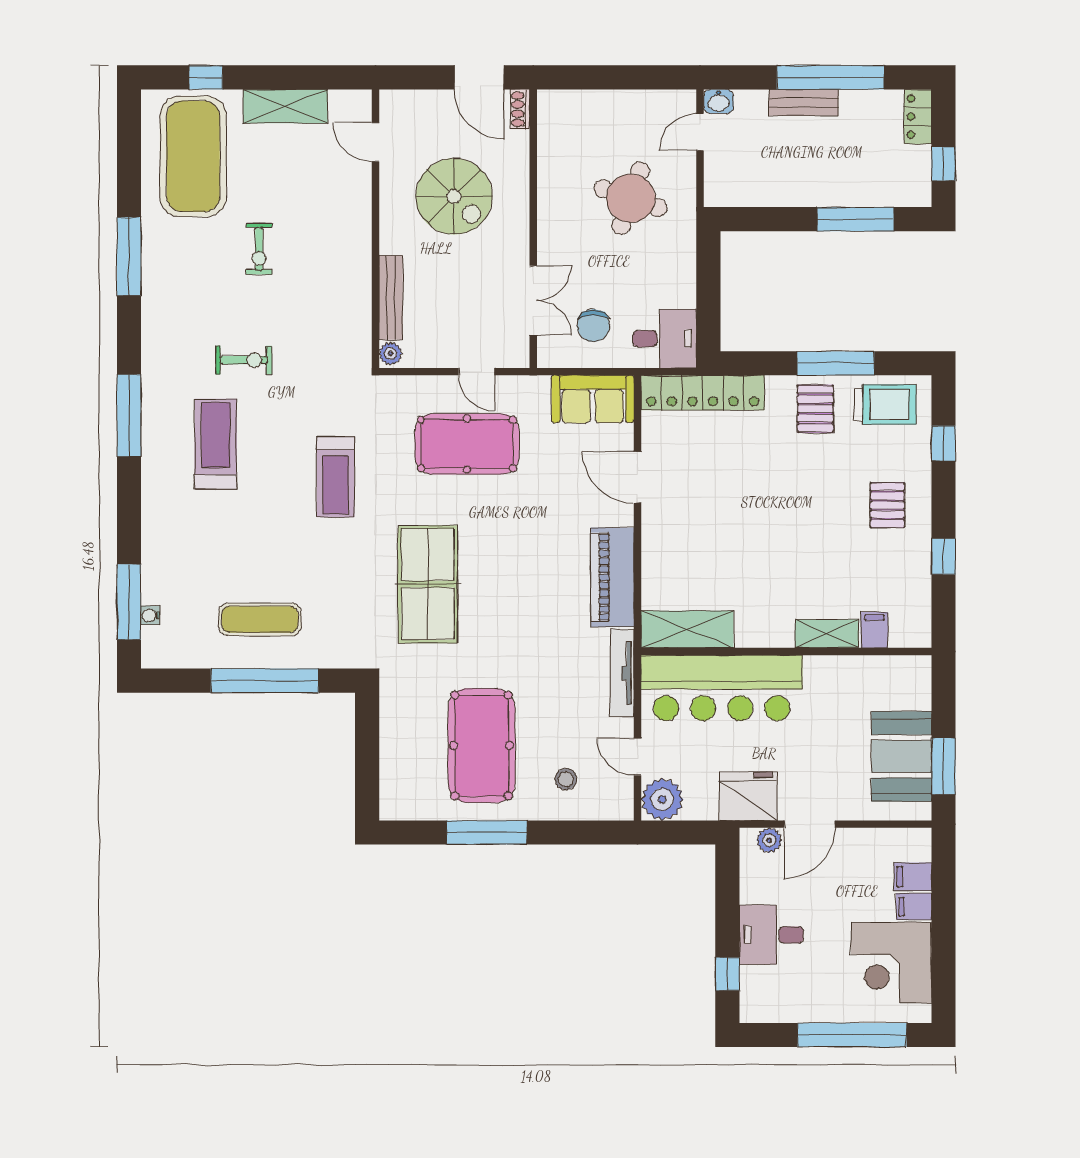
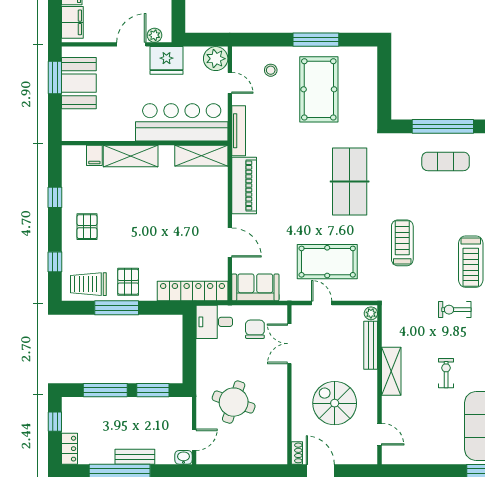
shelving: (285, 106) -> (391, 371), moved, turned 90
window: (772, 219) -> (153, 390), added
shelving: (827, 634) -> (131, 156), width x1.50, depth x1.33
filing cabinet: (913, 877) -> (72, 22), width x2.00

